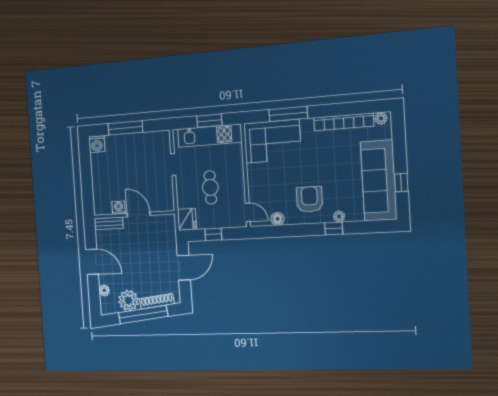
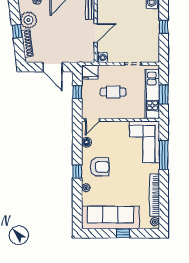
window: (125, 128) -> (164, 27), width x0.46
window: (401, 183) -> (123, 233), moved
washing machine: (119, 208) -> (102, 58), moved
window: (334, 228) -> (77, 172), moved
window: (143, 315) -> (17, 31), width x0.32

